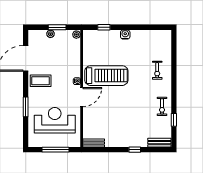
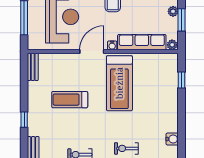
water cooler: (125, 34) -> (172, 139), moved
row of seats: (74, 58) -> (142, 42), added
door: (82, 97) -> (92, 52), swing flipped
treadmill: (119, 114) -> (70, 100), added

